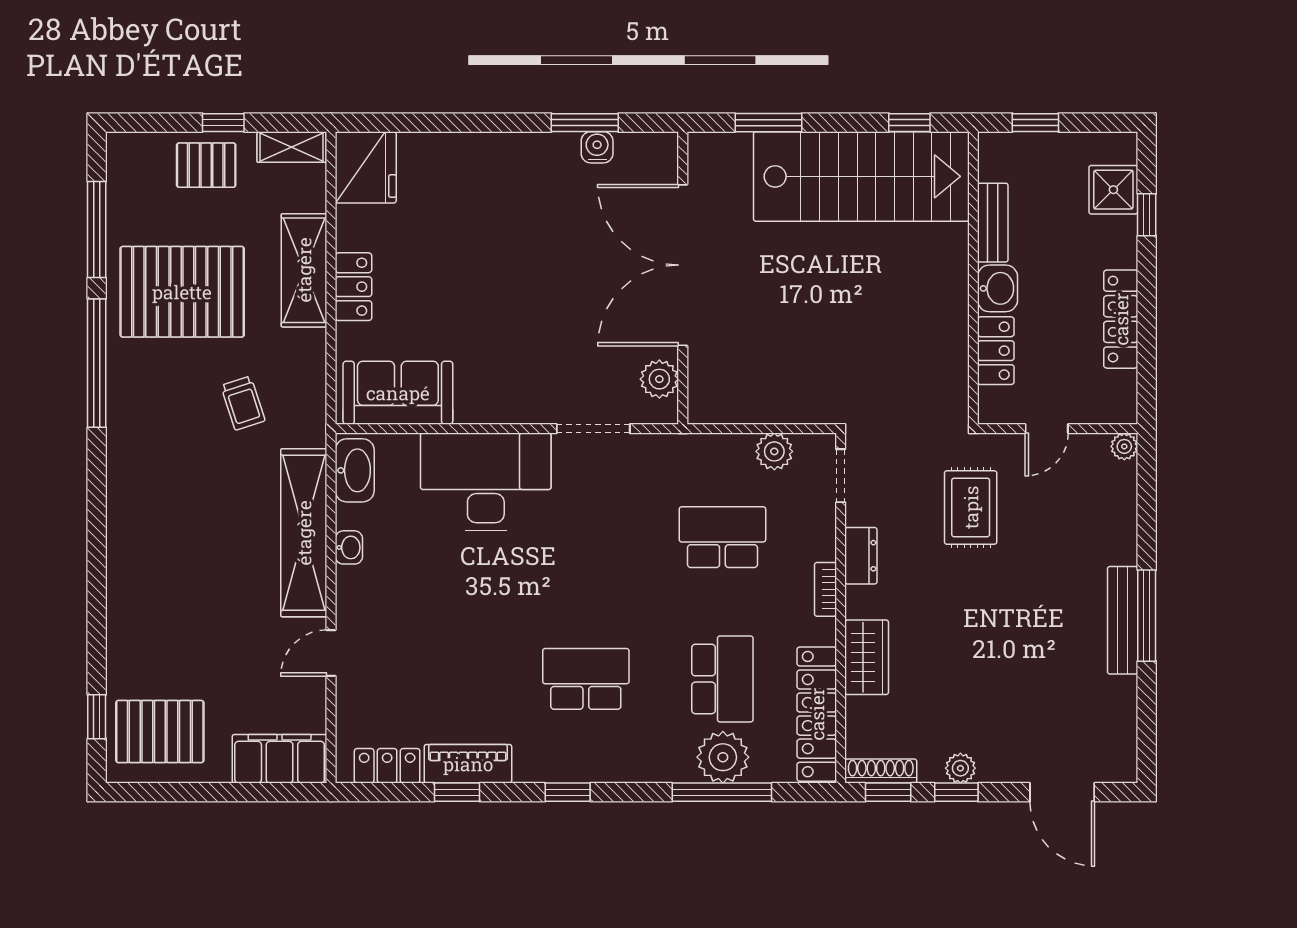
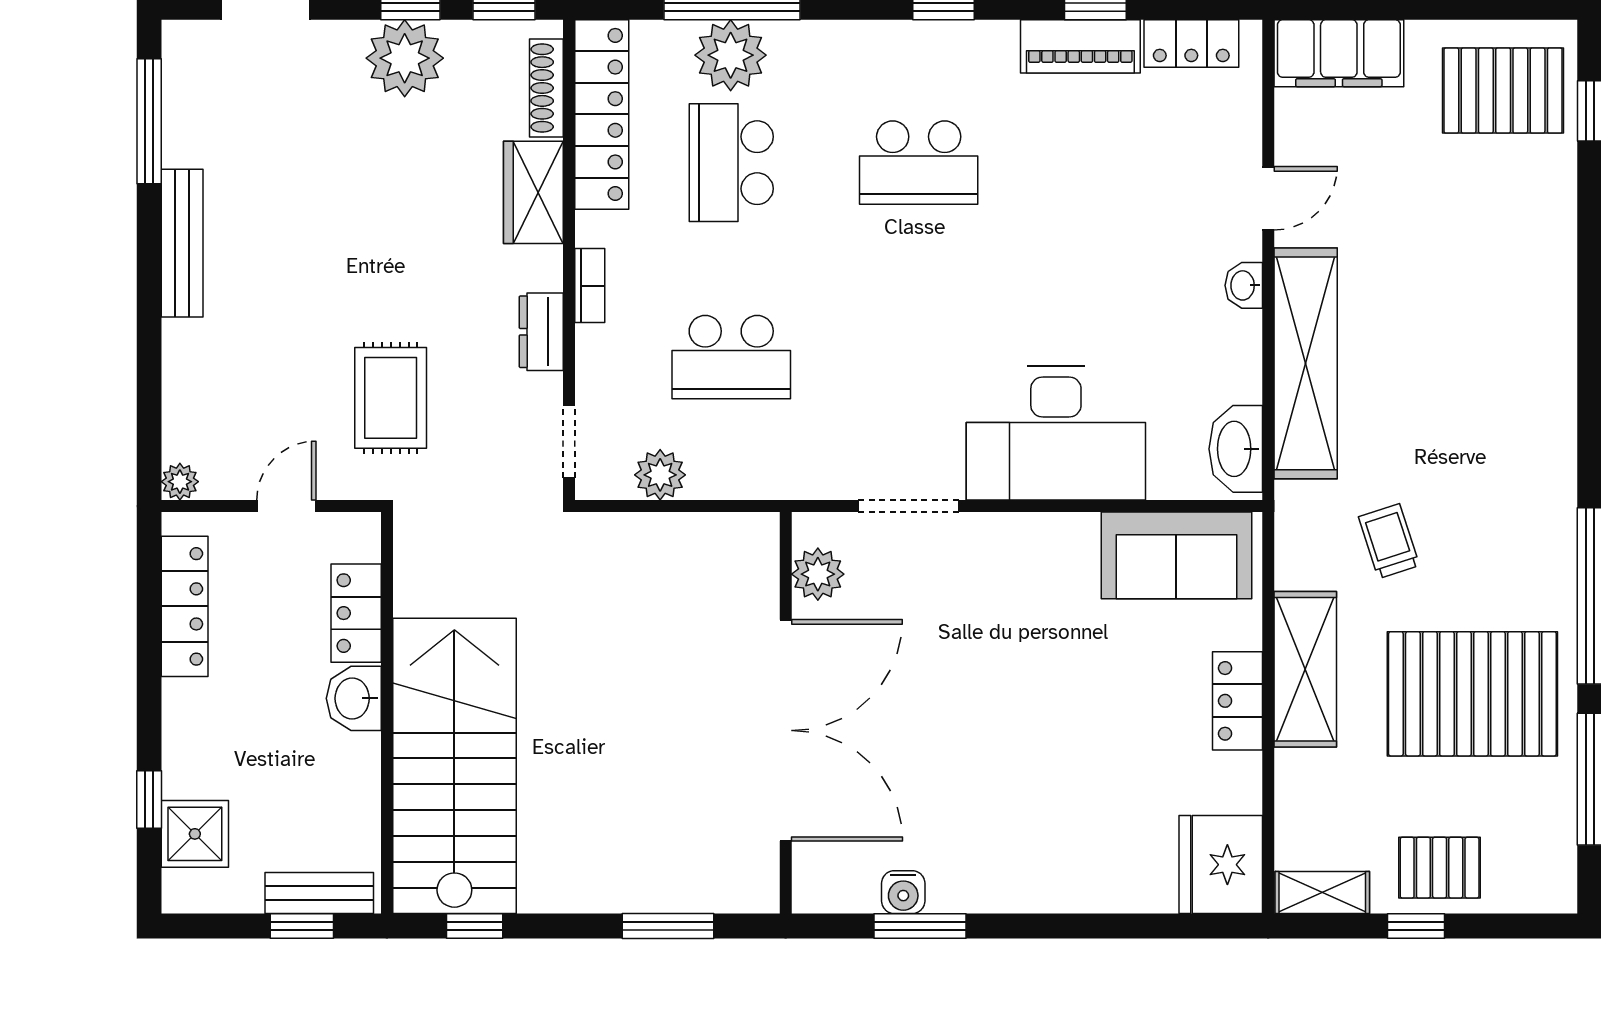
stairs: (861, 176) -> (454, 766), moved, turned 90
bench: (993, 223) -> (319, 893), moved, turned 90
shelving: (304, 270) -> (1305, 669), moved
locker: (1121, 319) -> (185, 606), moved
washbasin: (349, 547) -> (1244, 285), moved
window: (1147, 616) -> (149, 121), moved
plant: (960, 768) -> (405, 58), width x1.88, depth x1.88
shoe rack: (881, 771) -> (546, 88), moved, turned 90

